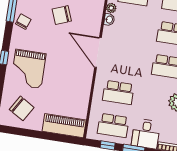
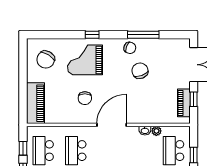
chair: (62, 15) -> (140, 71), moved
chair: (67, 75) -> (85, 98), added

